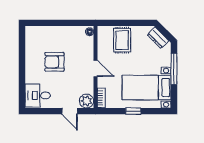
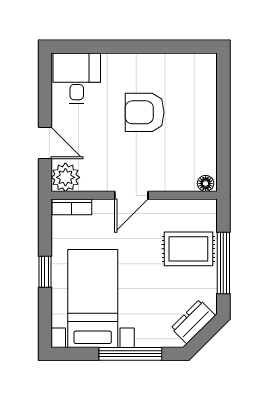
window: (129, 23) -> (223, 263), added
armchair: (54, 62) -> (145, 112), turned -90
door: (70, 111) -> (45, 143), swing flipped

